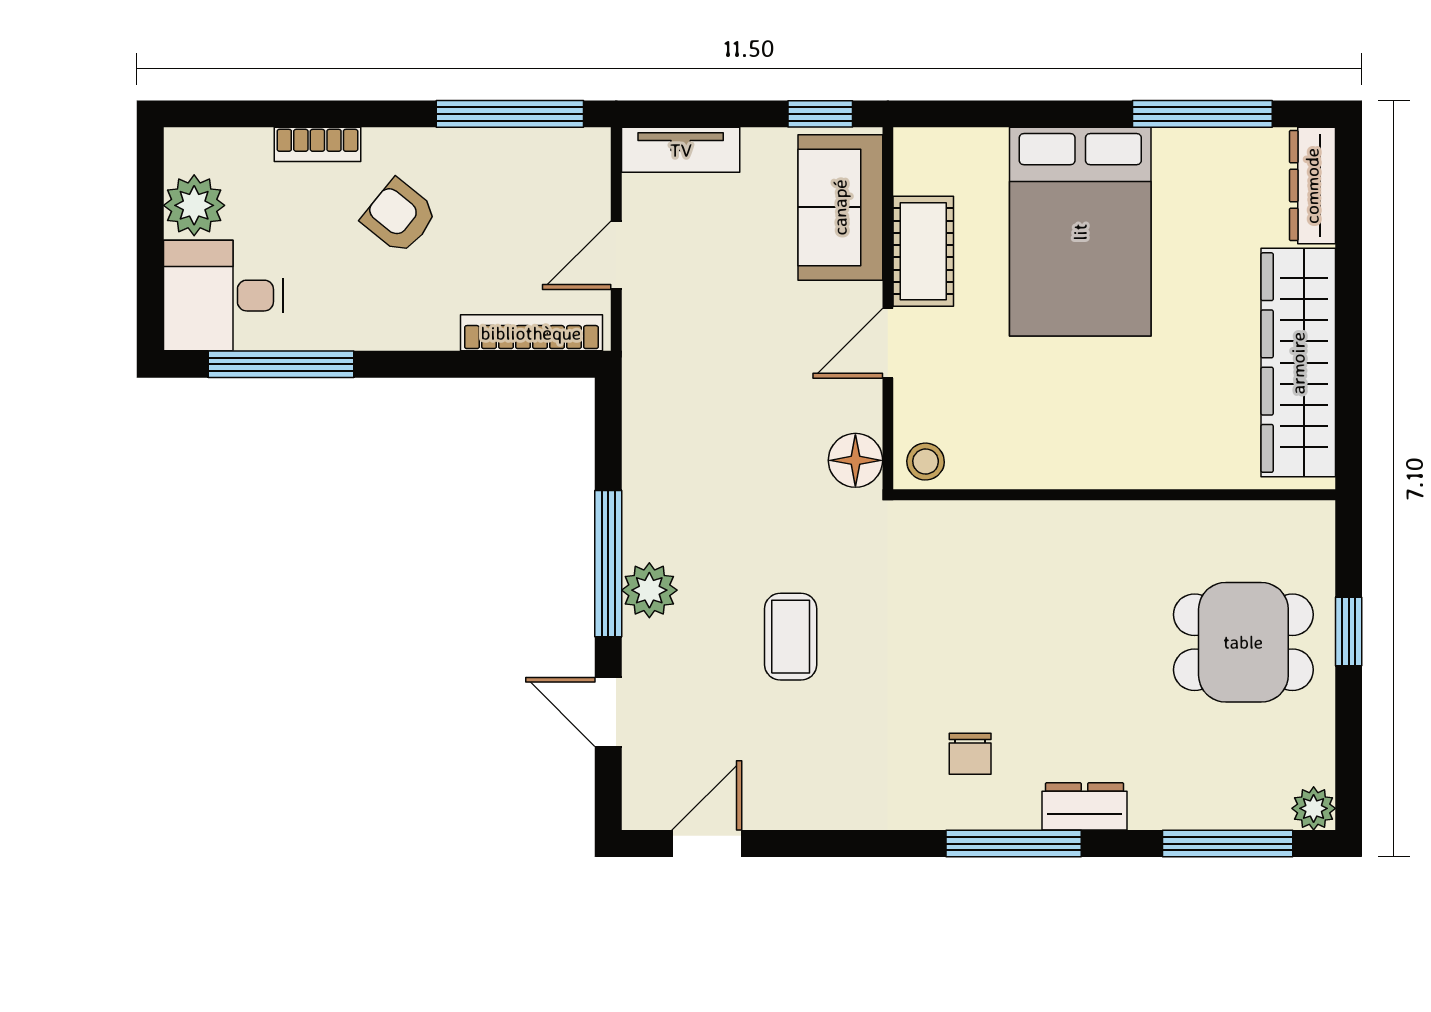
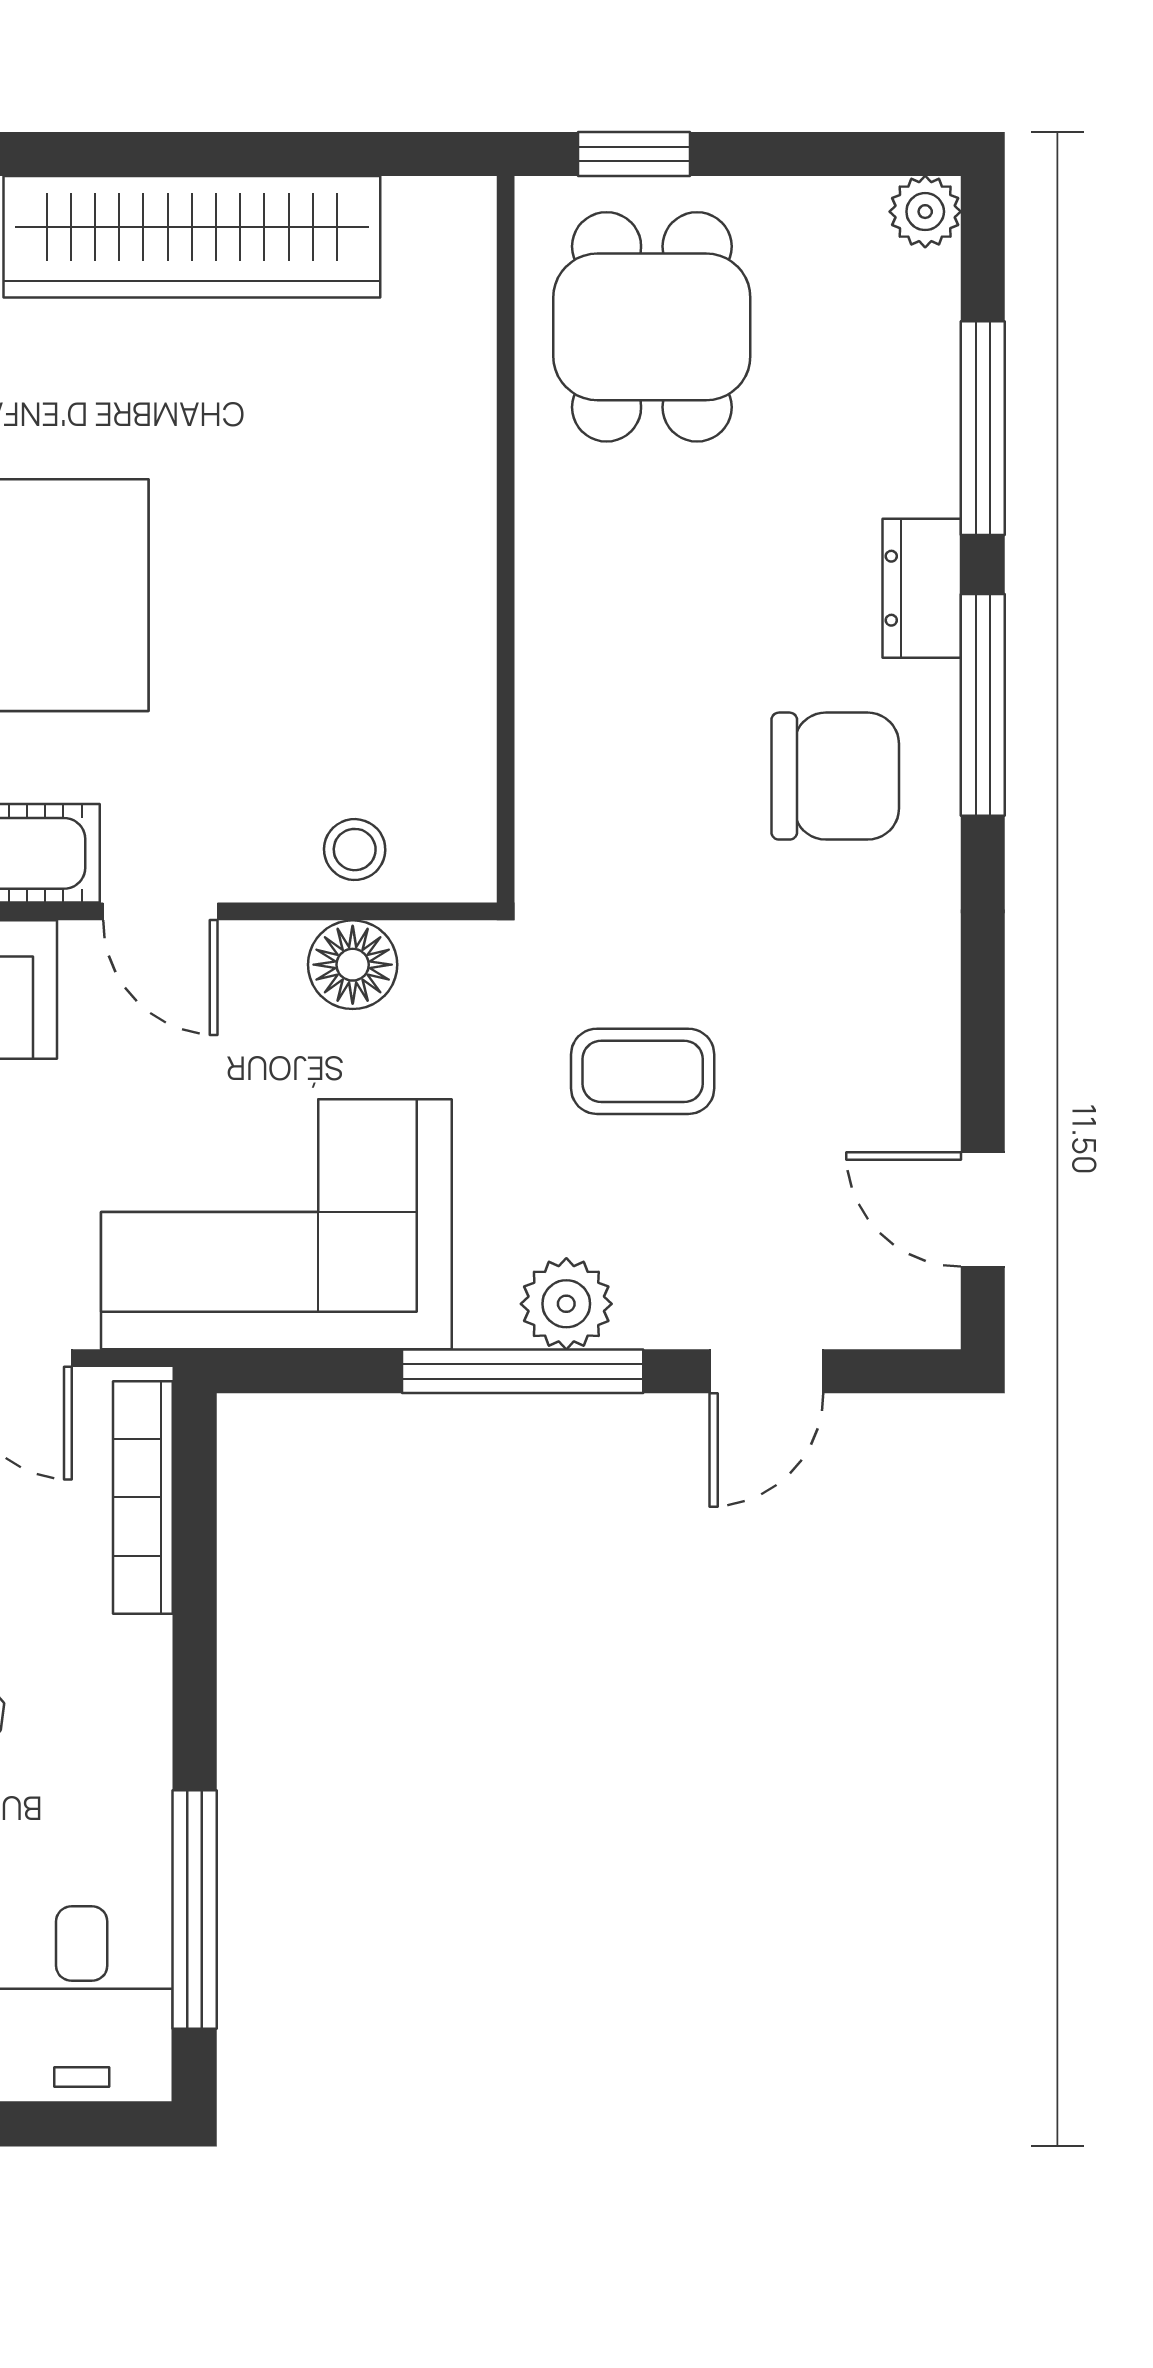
corner sofa: (698, 414) -> (276, 1224), added
wall: (1114, 495) -> (506, 539), moved
chair: (970, 754) -> (835, 776), width x1.87, depth x1.87
window: (1228, 844) -> (983, 428), moved

